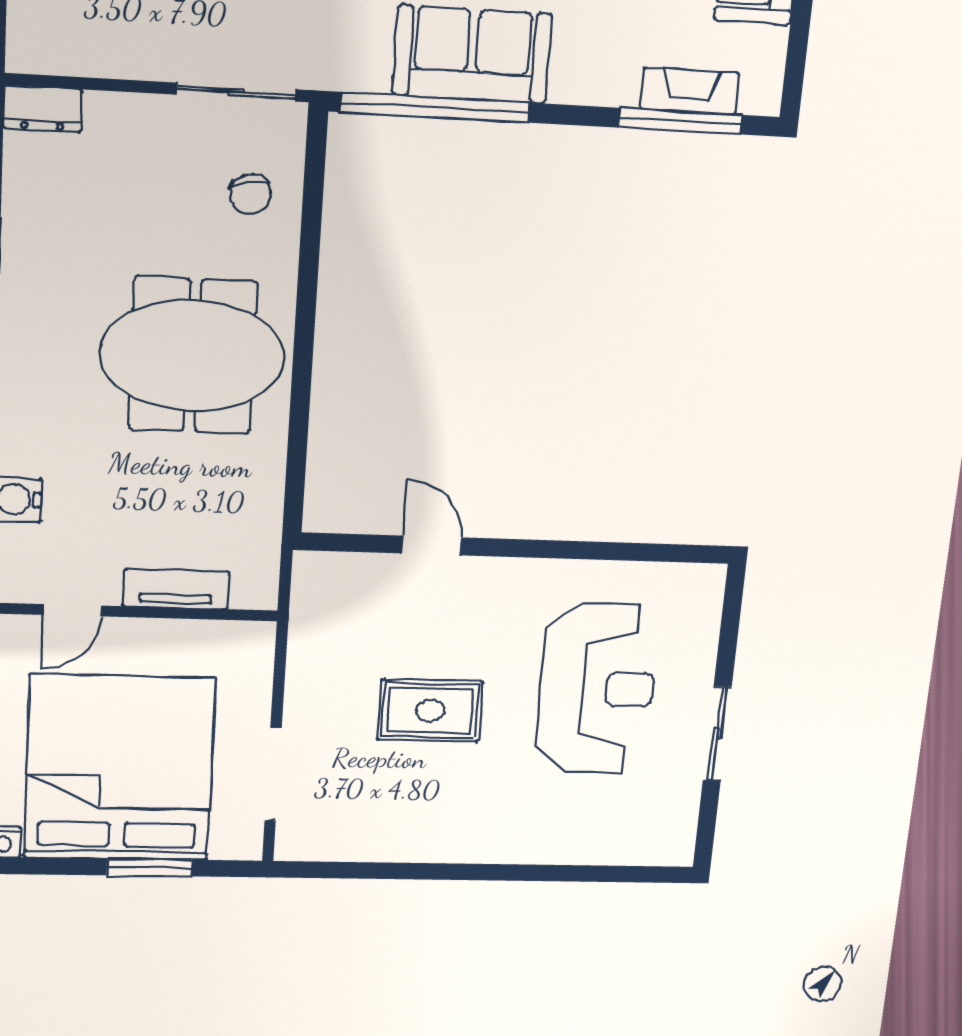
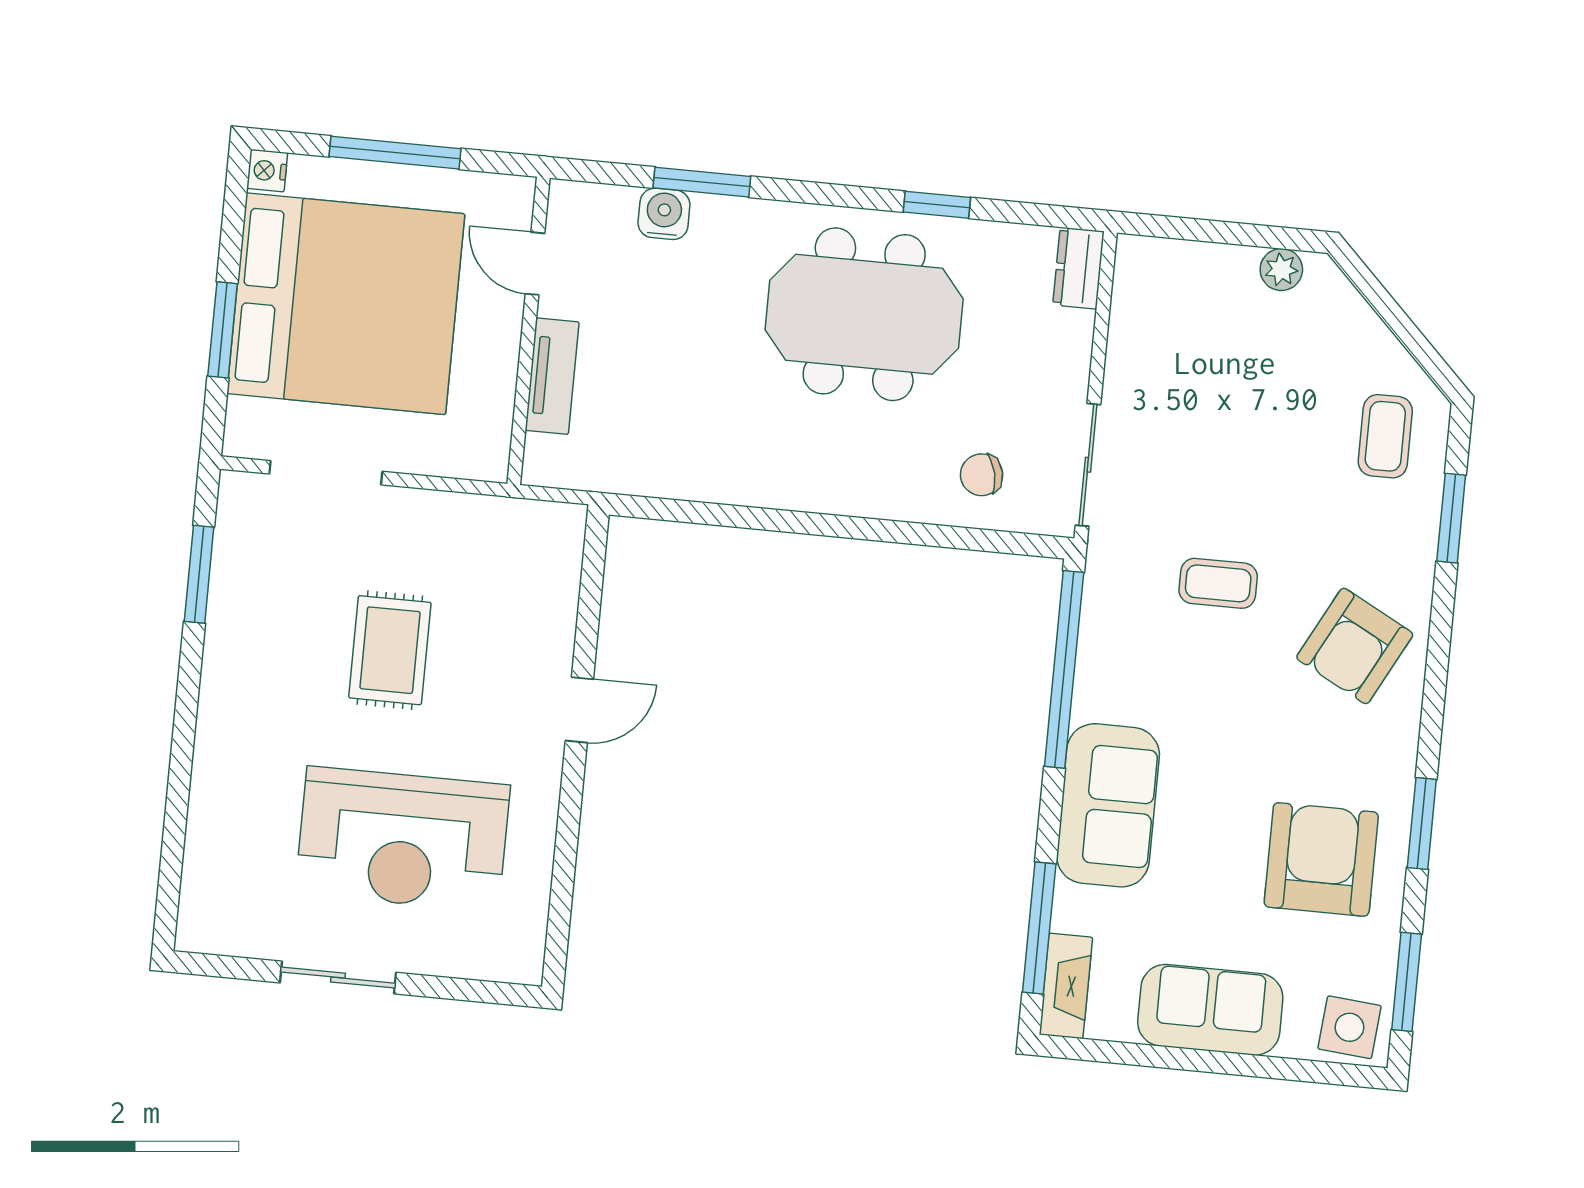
sofa: (472, 54) -> (1108, 805), moved
fireplace: (690, 91) -> (1066, 986), moved
meeting table: (192, 356) -> (864, 314), moved, turned 90
door: (432, 545) -> (579, 710), moved
window: (367, 871) -> (199, 574), added

